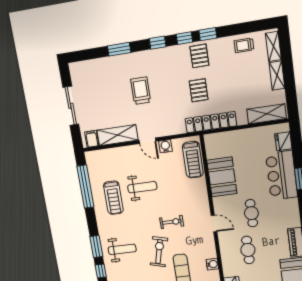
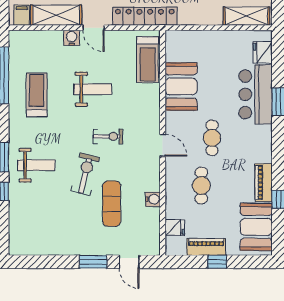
locker: (211, 122) -> (145, 16), moved
water cooler: (165, 146) -> (72, 38), moved
weight bench: (142, 187) -> (93, 89), moved
treadmill: (113, 198) -> (37, 95), turned 180

